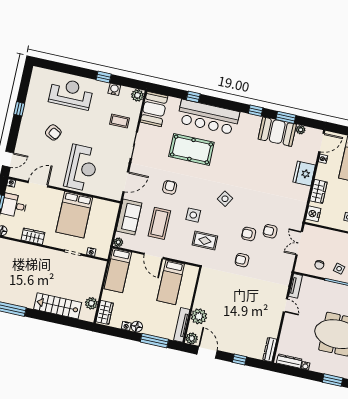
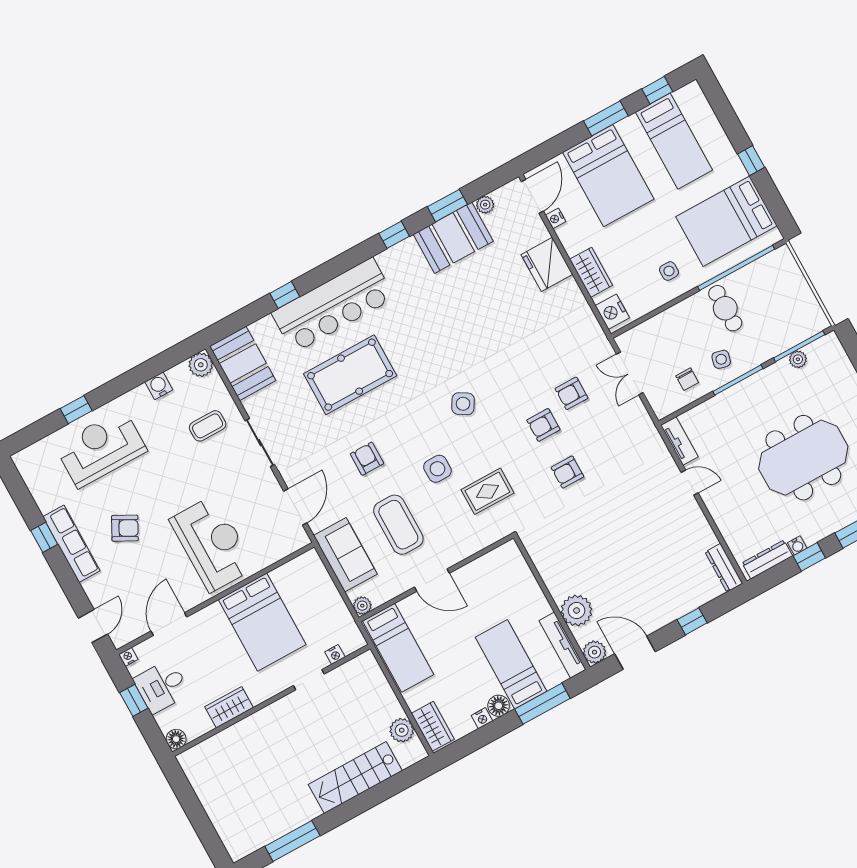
window: (104, 77) -> (76, 410), moved
row of seats: (28, 120) -> (71, 544), added
bed: (171, 282) -> (511, 664), moved, turned 180
window: (306, 374) -> (809, 557), added

